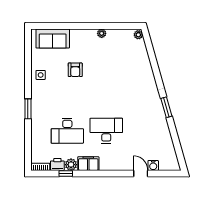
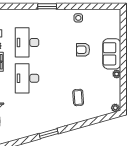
sofa: (53, 38) -> (112, 54), moved
coffee table: (127, 75) -> (78, 97), added
desk: (106, 131) -> (27, 78), turned 180

